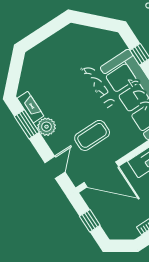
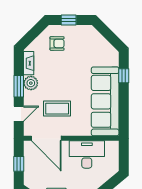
window: (43, 33) -> (69, 20), added
armchair: (47, 66) -> (57, 43), added
window: (27, 124) -> (19, 86), moved

